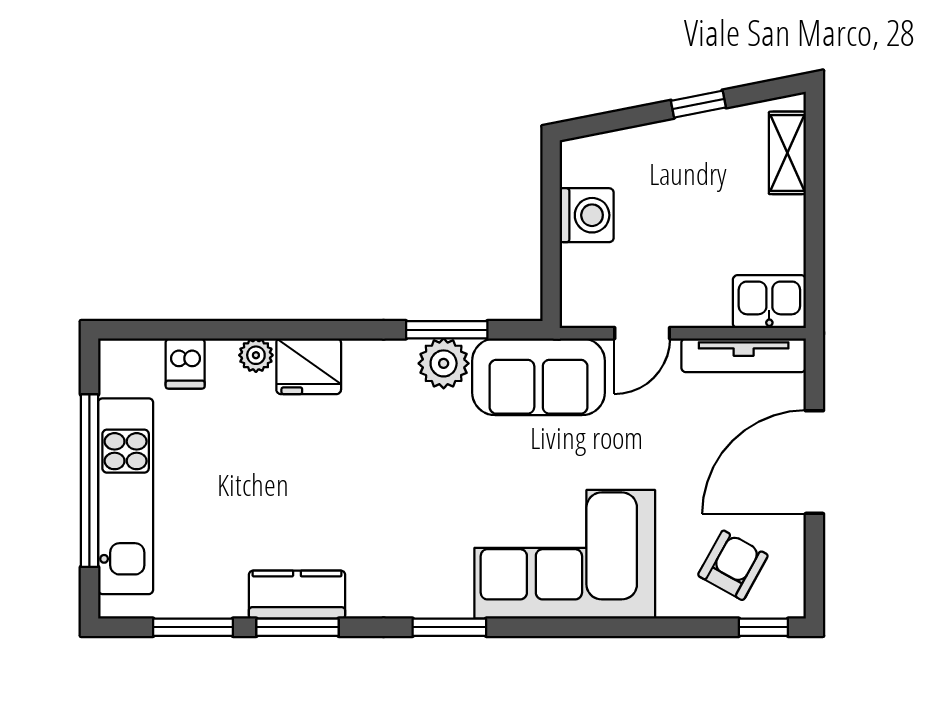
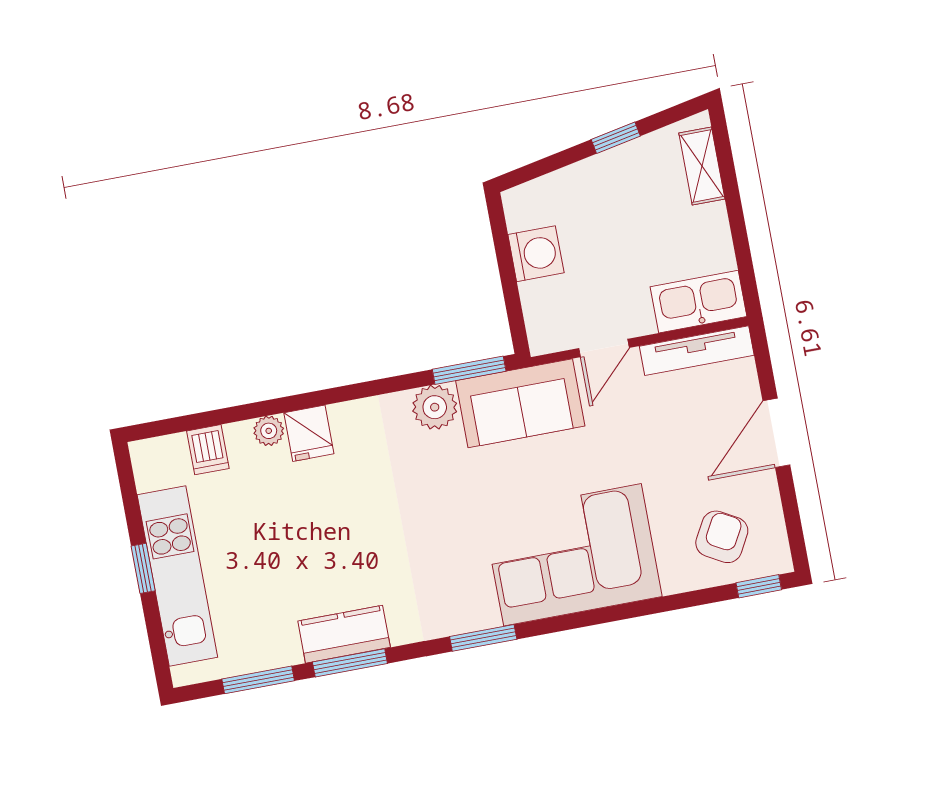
kitchen sink: (769, 302) -> (699, 302), width x1.38
window: (447, 330) -> (469, 370), moved
fridge: (309, 366) -> (309, 433), width x0.72
door: (814, 462) -> (776, 433), width x0.73
window: (89, 481) -> (143, 568), width x0.32

